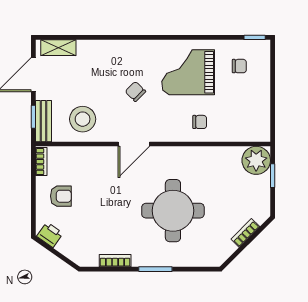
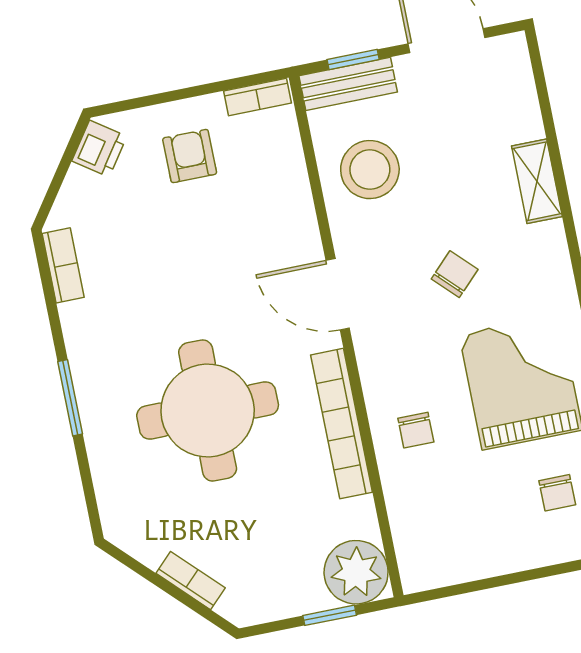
shelving: (58, 48) -> (537, 181), moved
bookcase: (190, 154) -> (342, 424), added
armchair: (61, 196) -> (190, 156), turned 180
bookcase: (115, 261) -> (63, 265), moved

